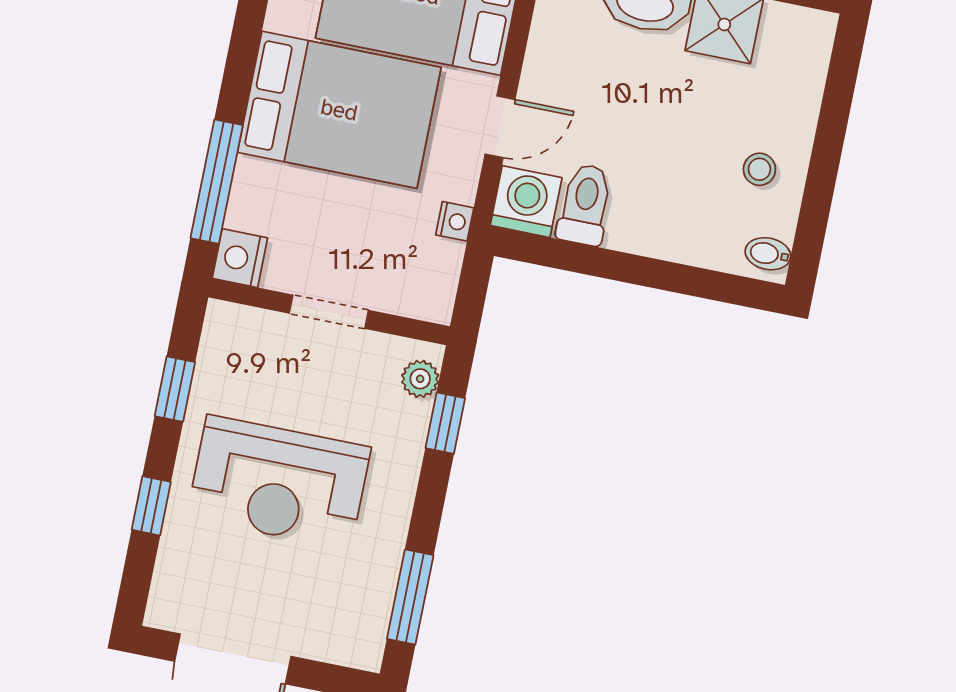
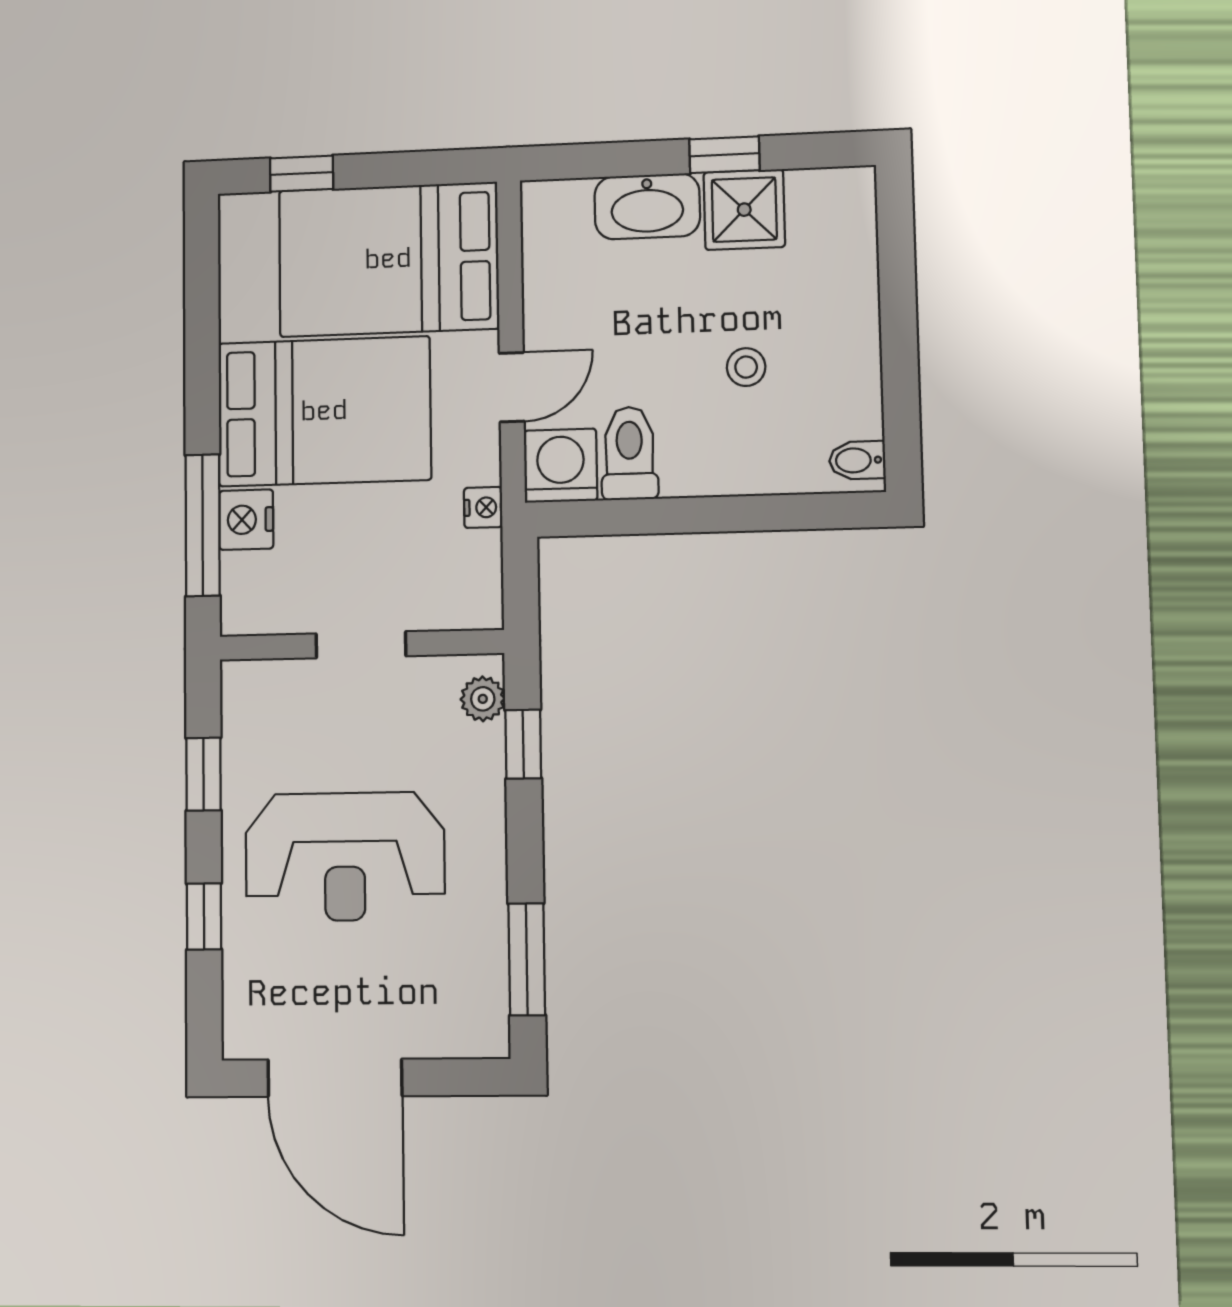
stool: (759, 169) -> (746, 367), moved
nightstand: (240, 258) -> (246, 520), moved

